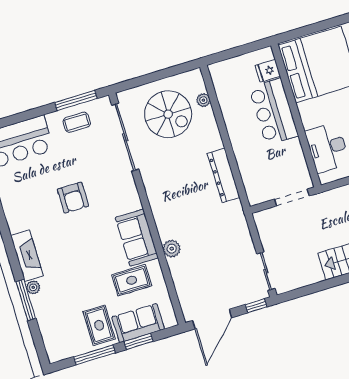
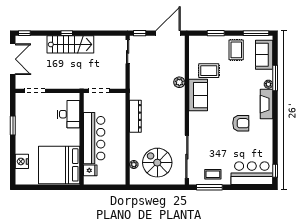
bar counter: (274, 112) -> (94, 138), width x1.36
armchair: (73, 198) -> (241, 123), moved, turned 90
sofa: (138, 323) -> (264, 55), moved, turned 90
window: (94, 355) -> (256, 33), moved

